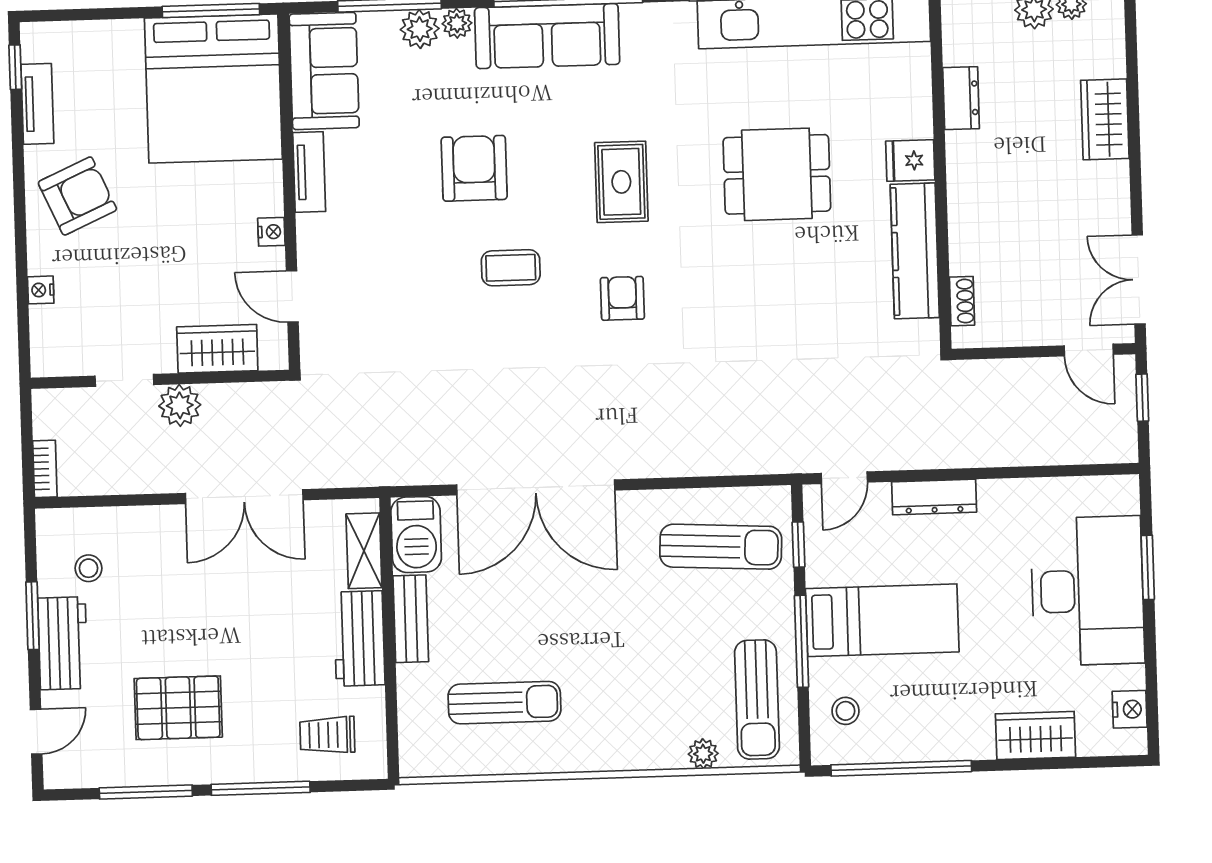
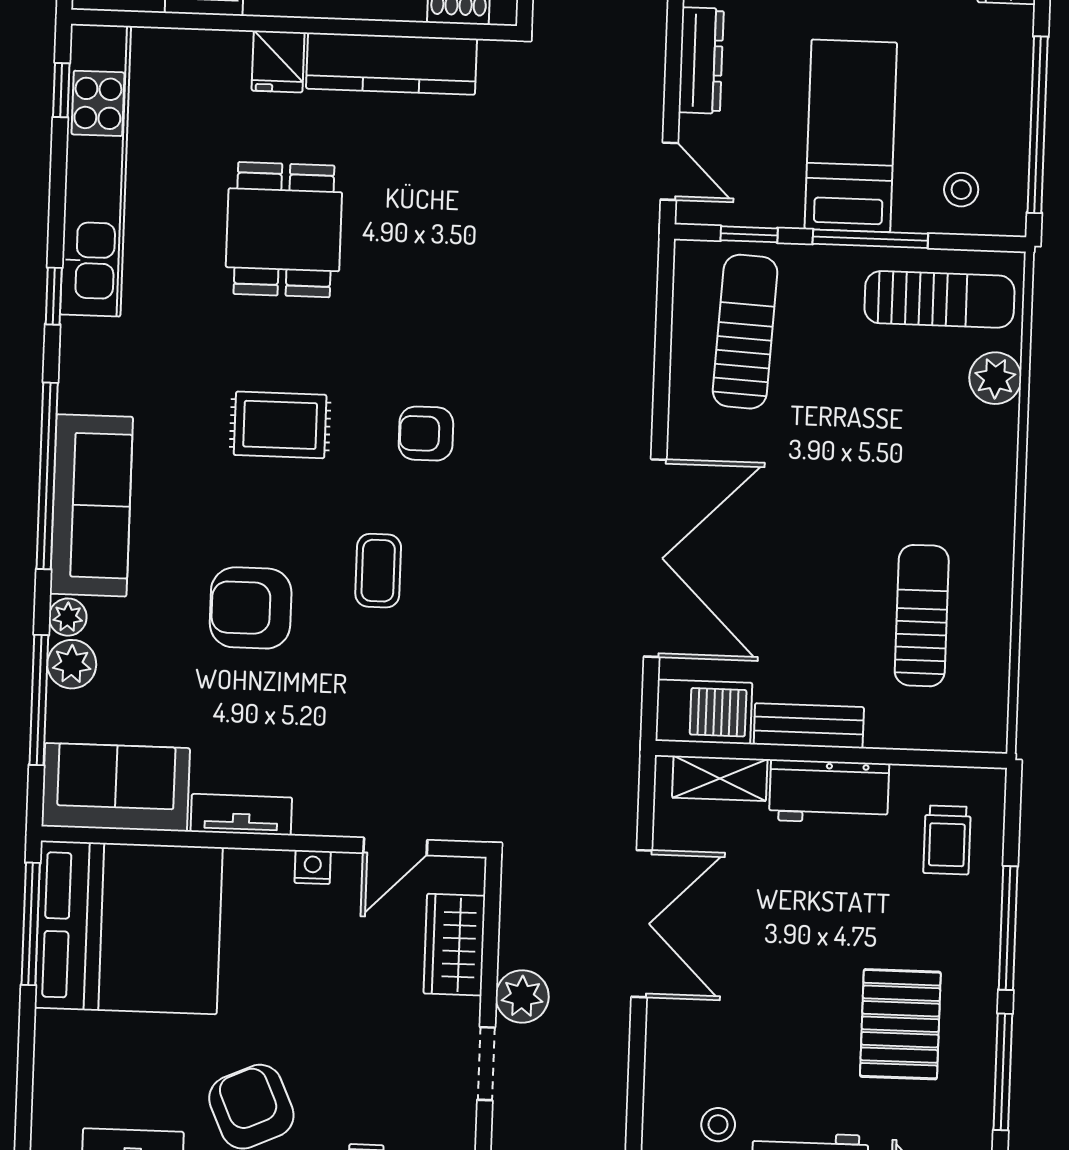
plant: (703, 754) -> (995, 378), width x1.38, depth x1.38

